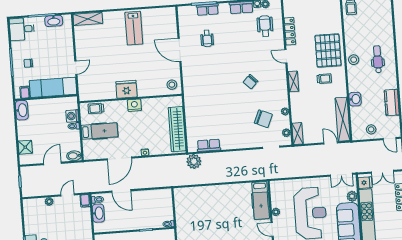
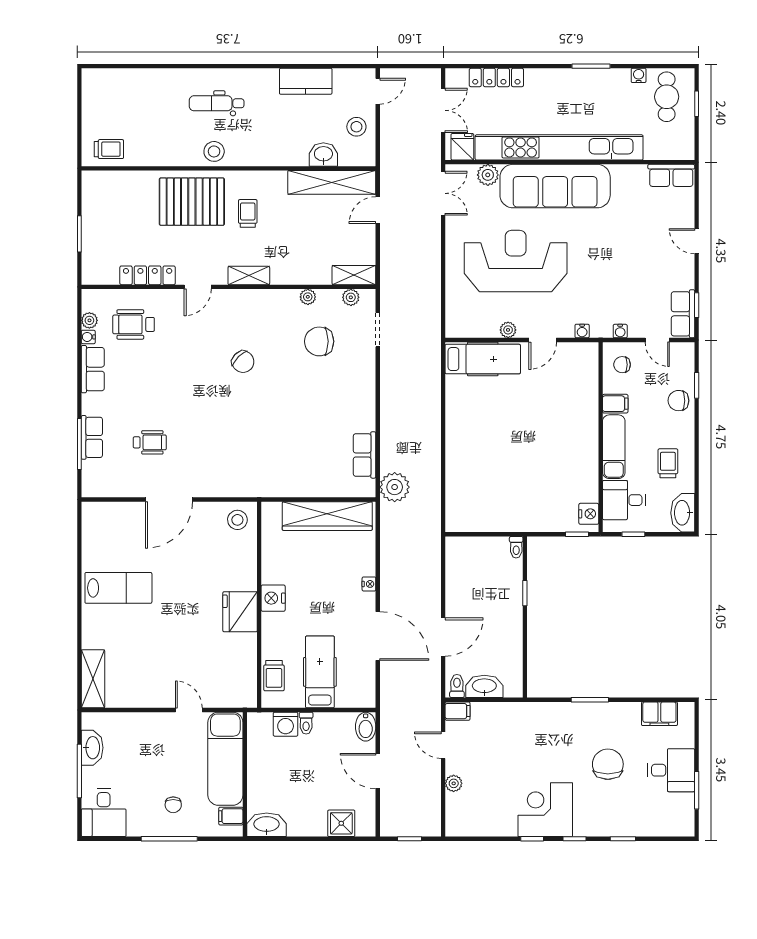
washbasin: (355, 99) -> (323, 154), moved
chair: (263, 119) -> (319, 341), turned -113

